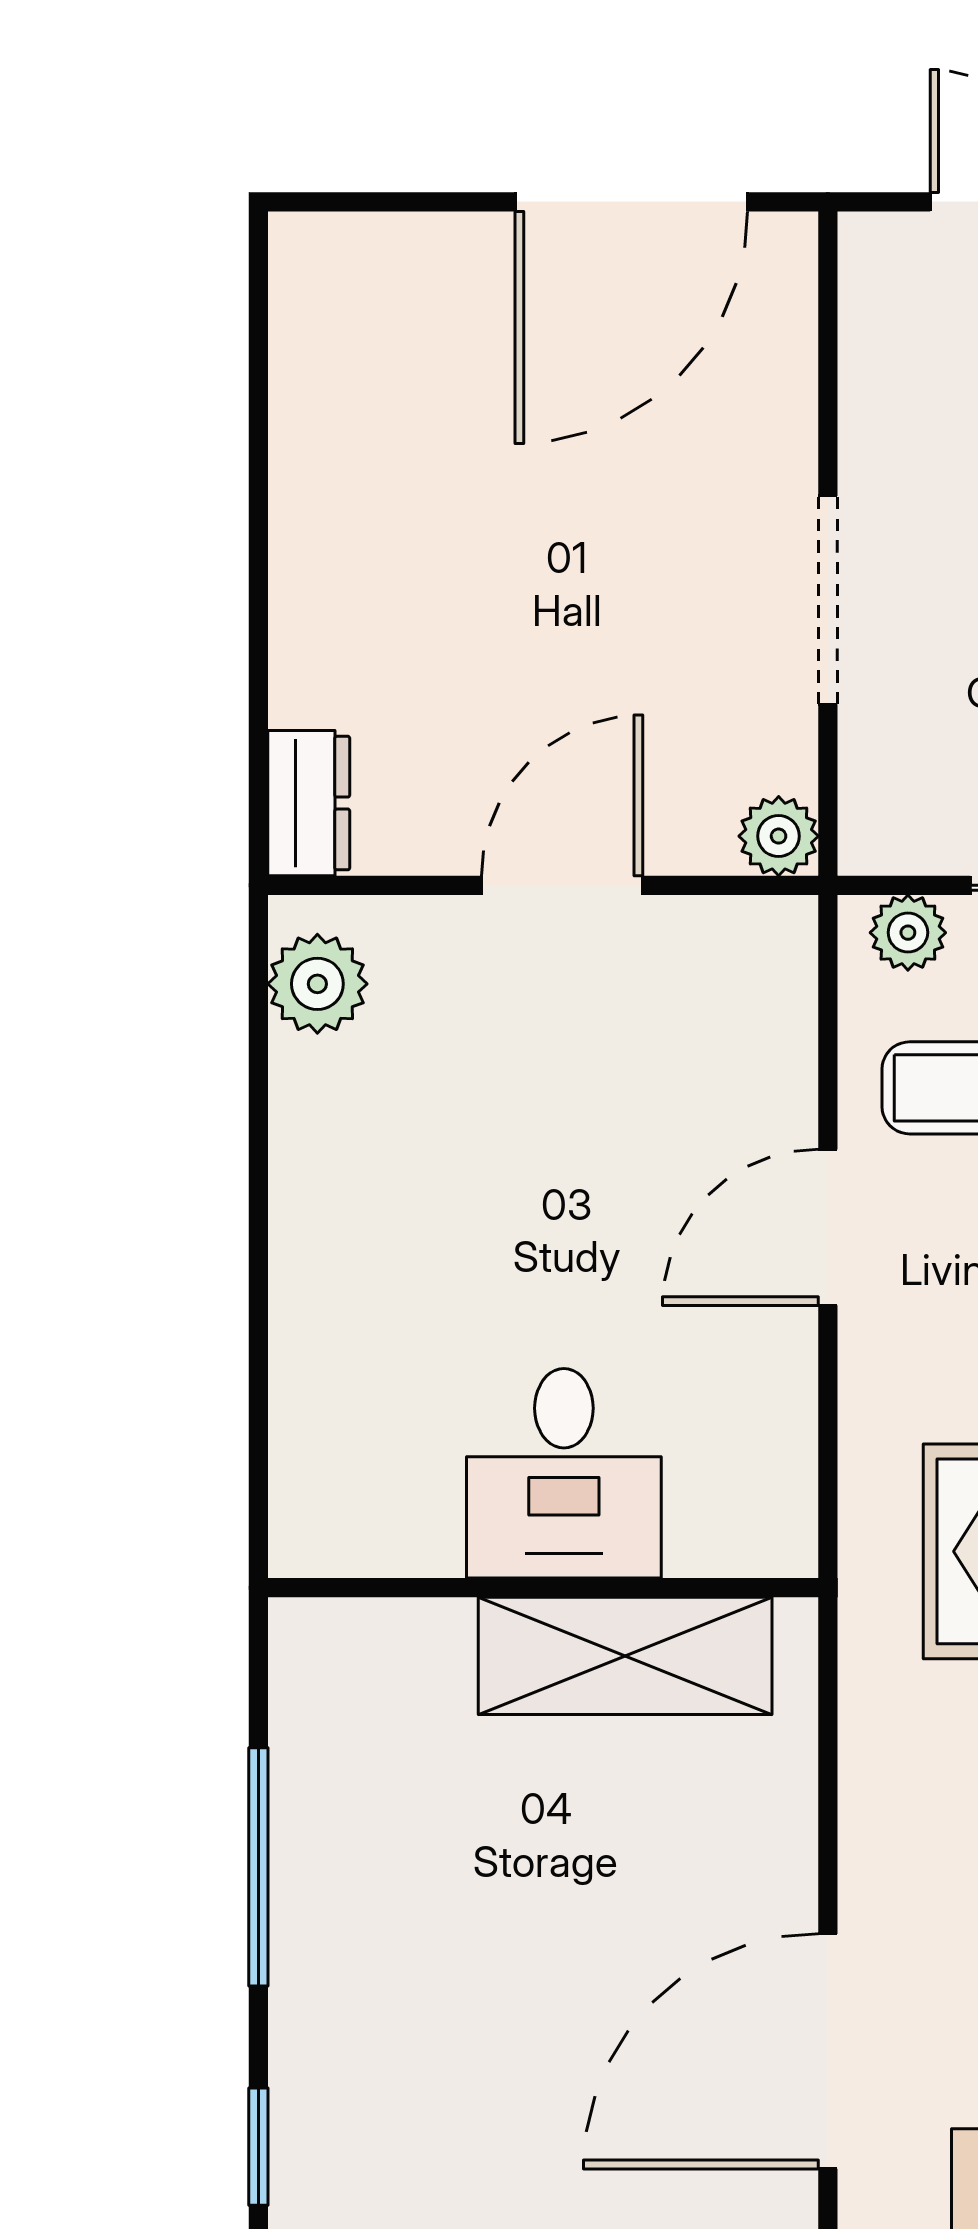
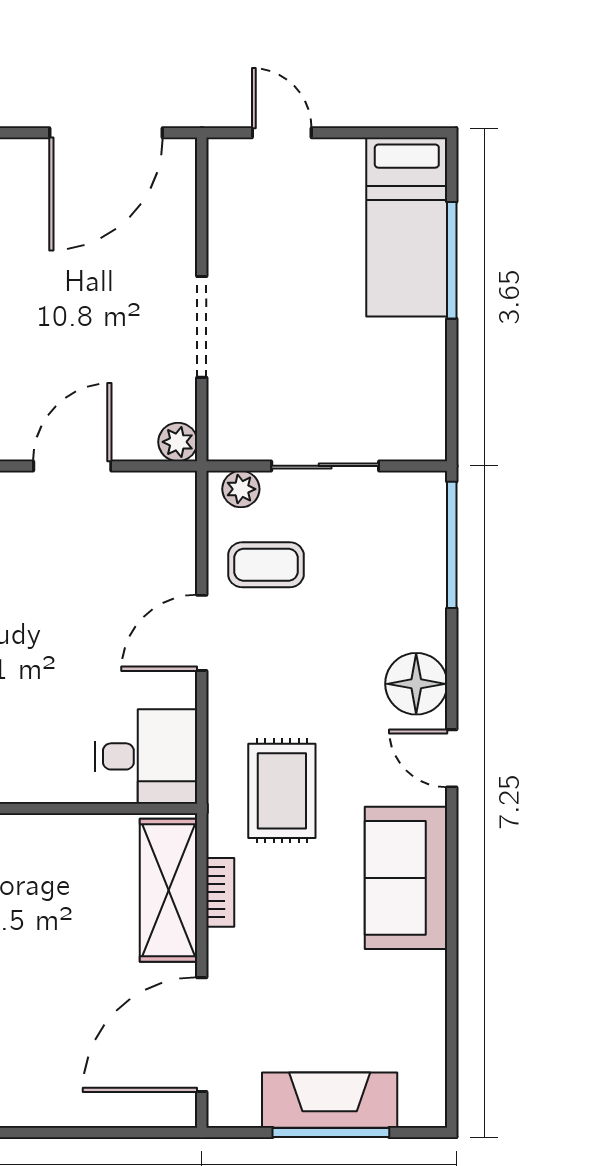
desk: (564, 1473) -> (146, 756), moved, turned -90
shelving: (625, 1656) -> (169, 890), moved, turned 90
bookcase: (866, 1759) -> (220, 892), added

